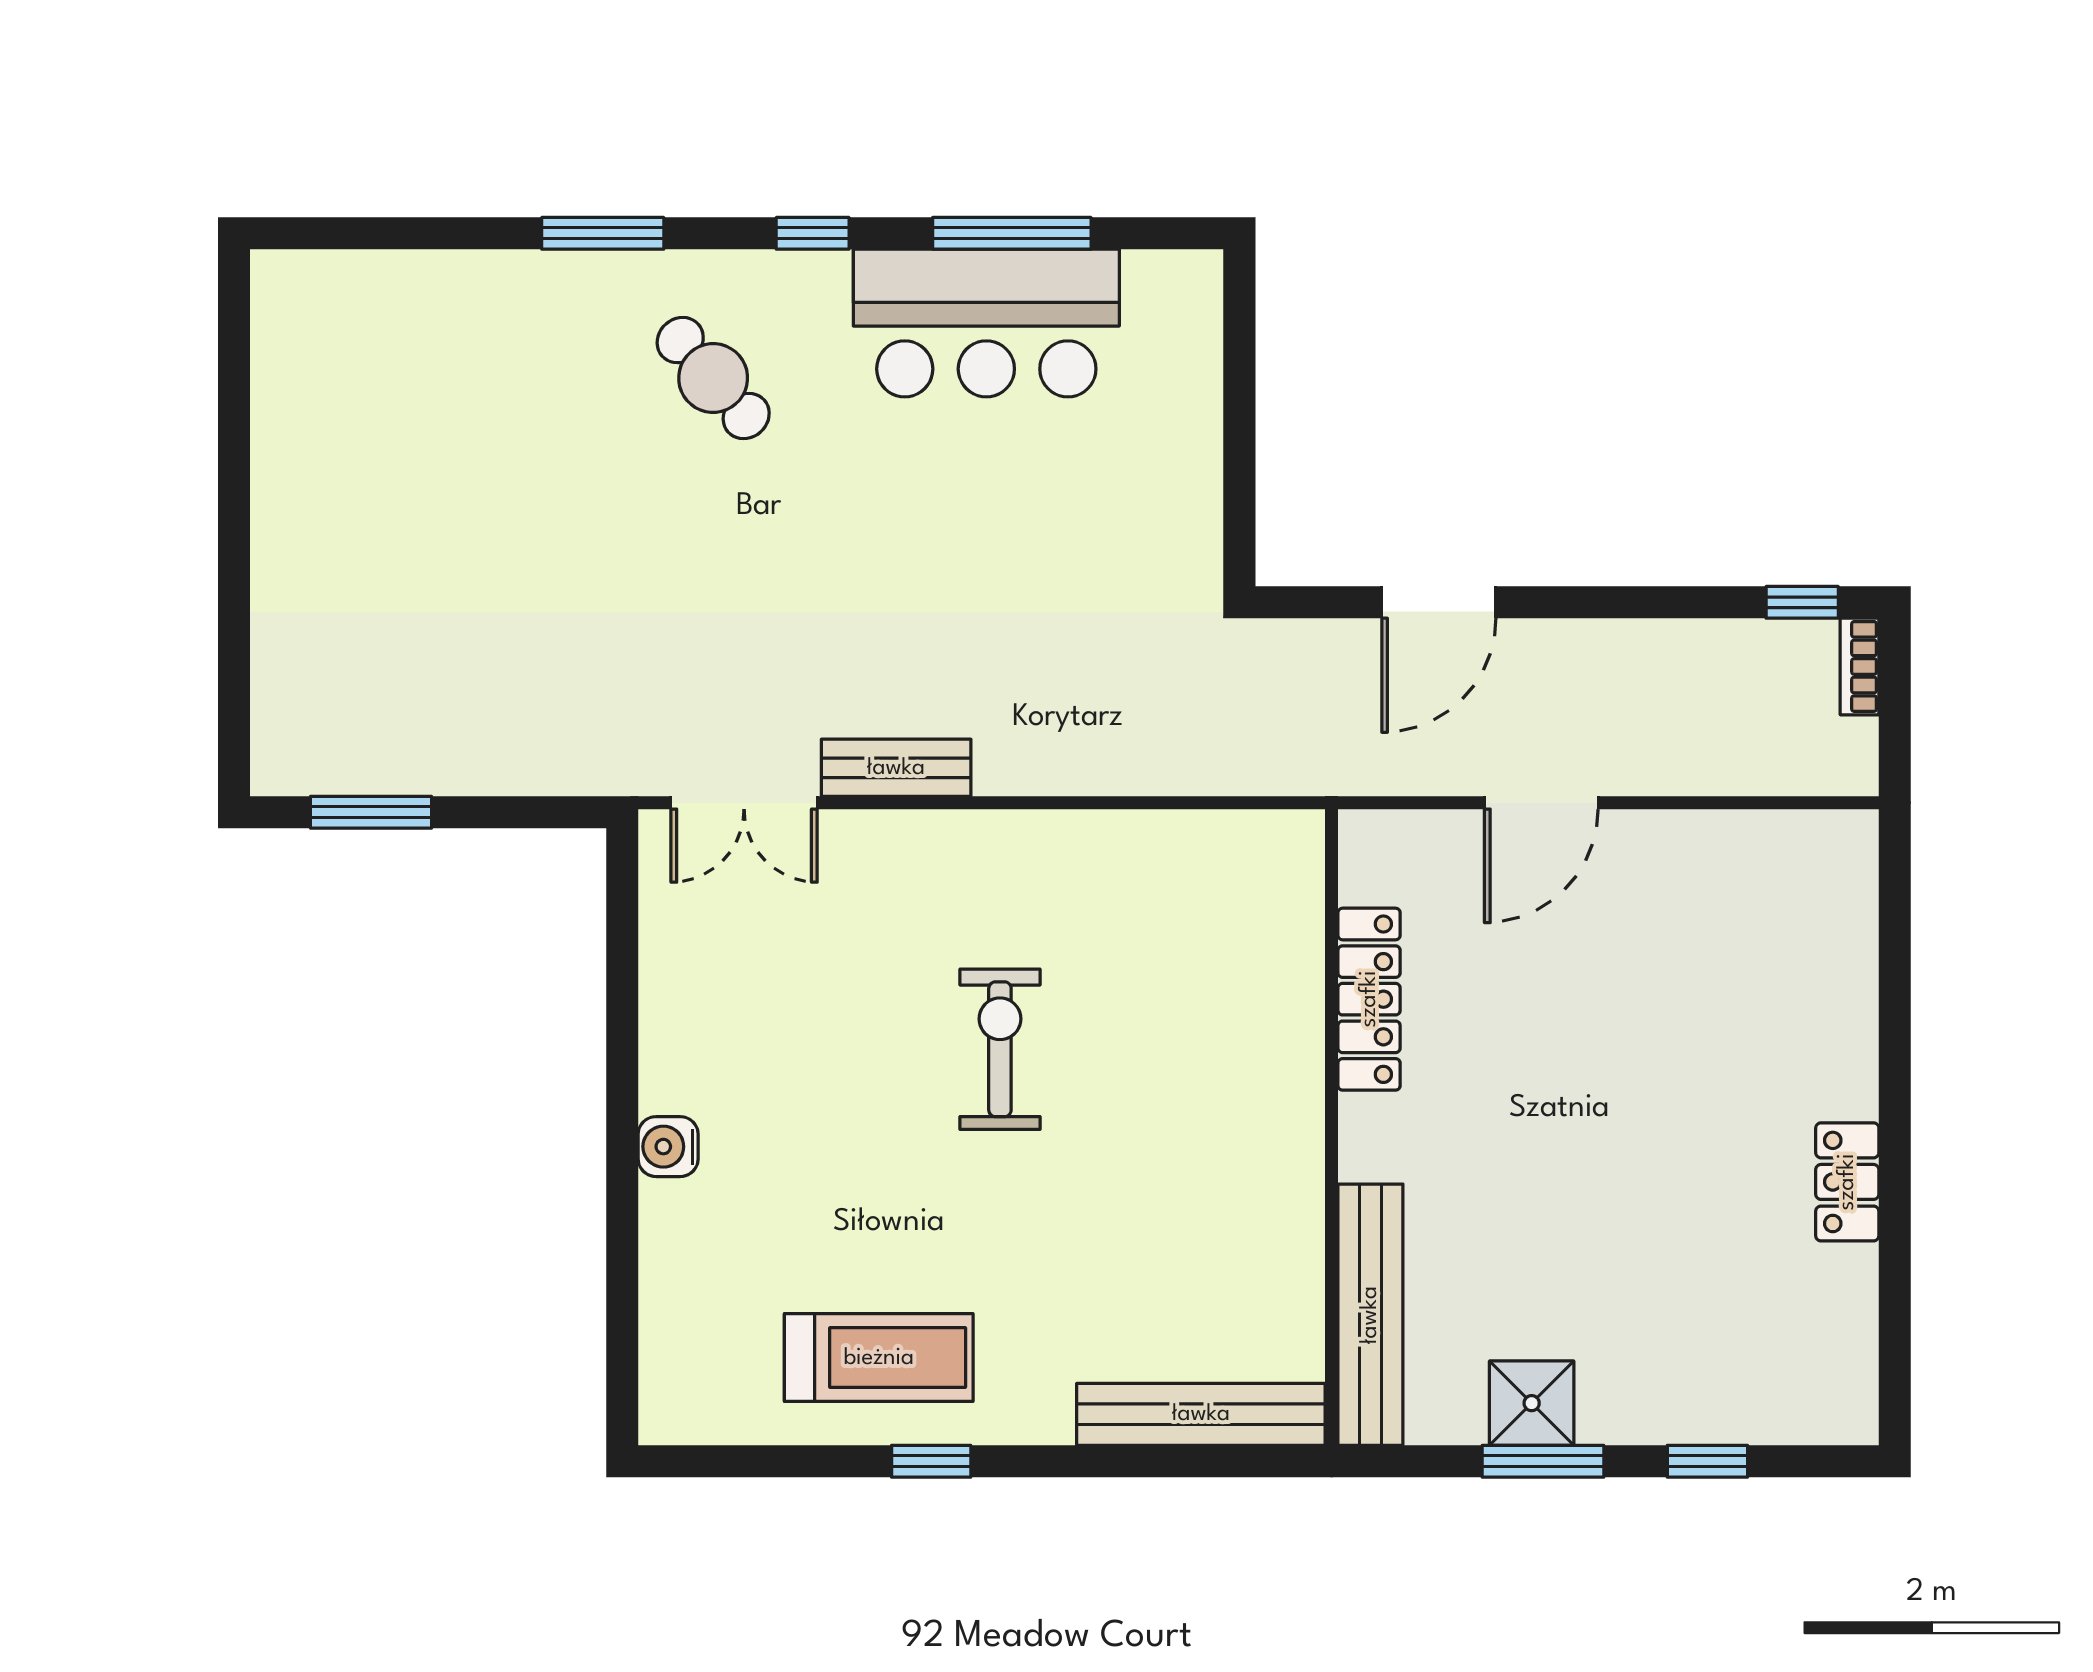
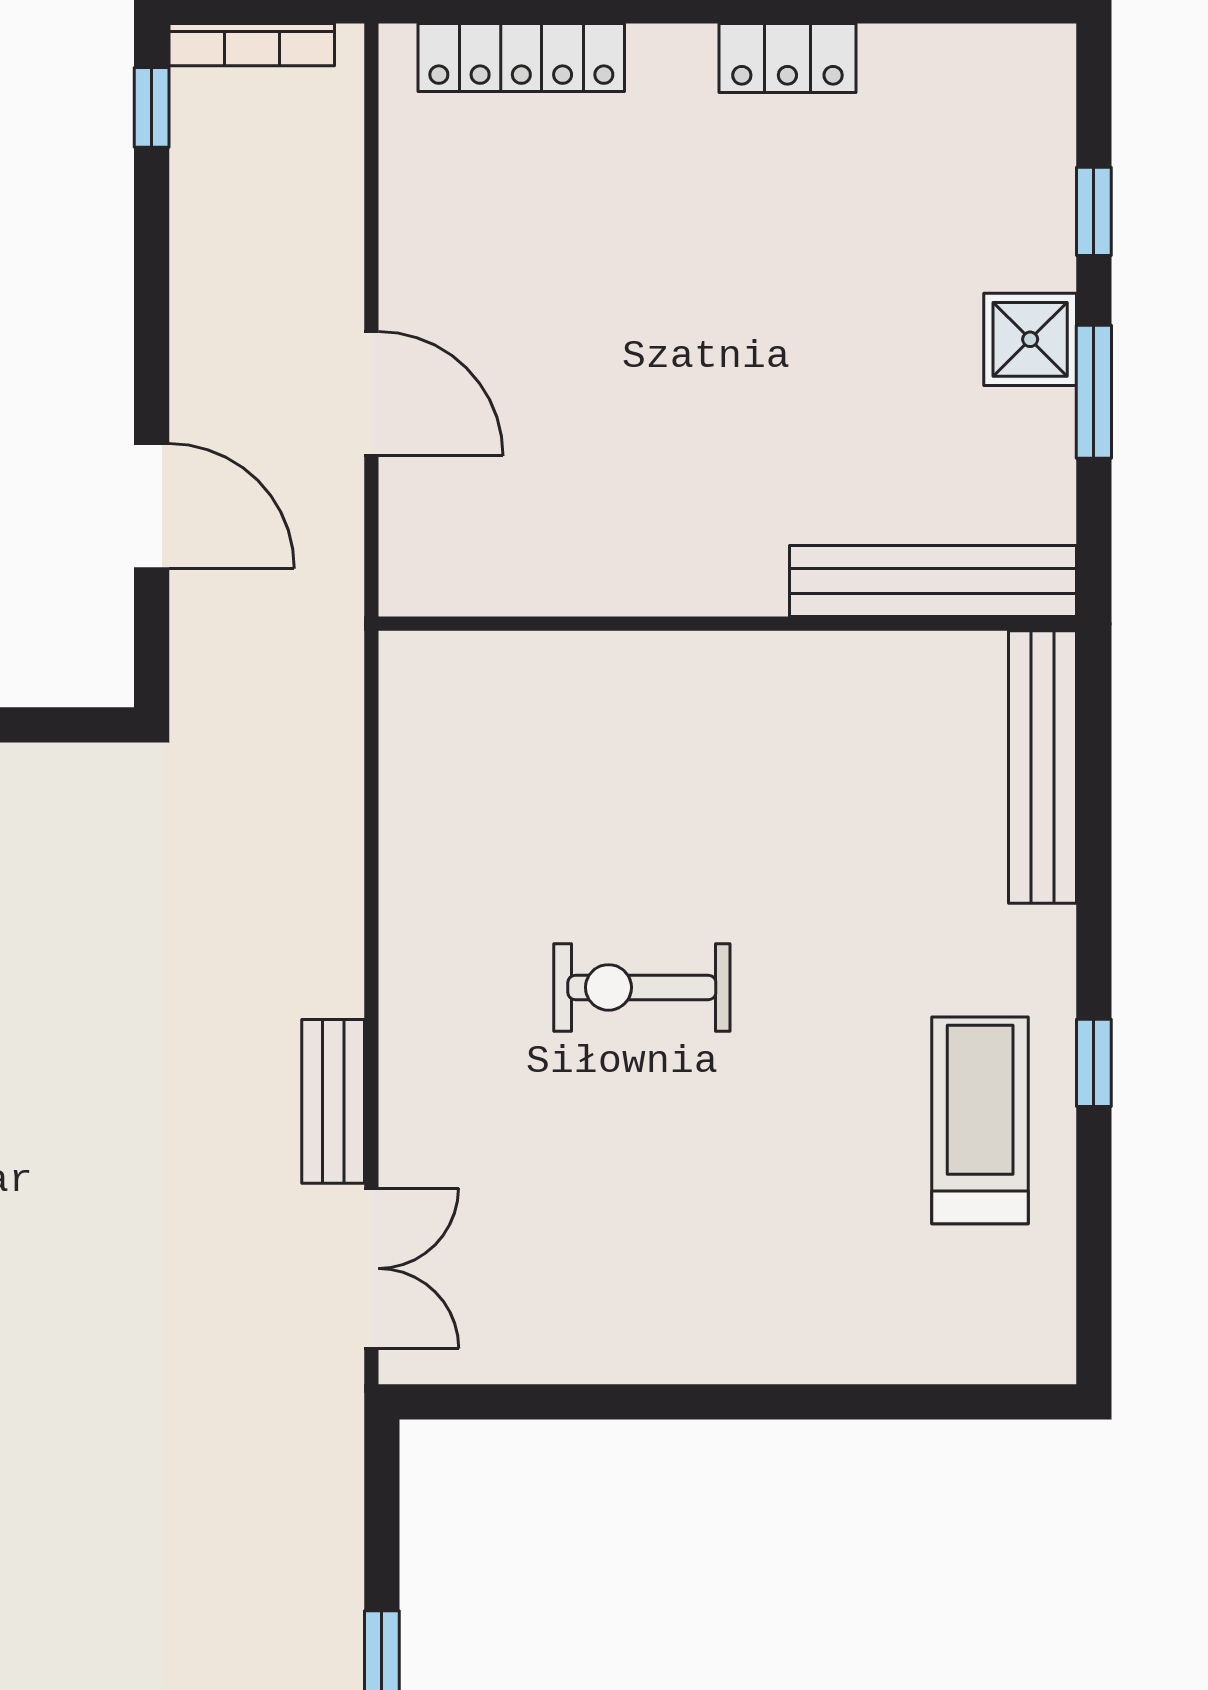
bookcase: (1859, 666) -> (252, 45), width x1.56
locker: (1369, 999) -> (521, 58), moved, turned 180
water cooler: (668, 1147) -> (749, 1352), removed
shower: (1532, 1403) -> (1030, 339), moved

